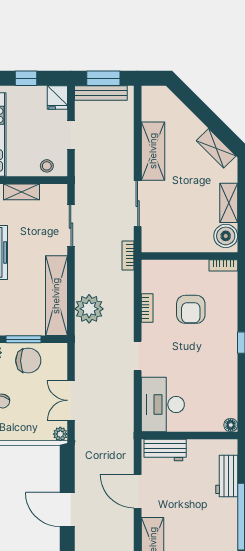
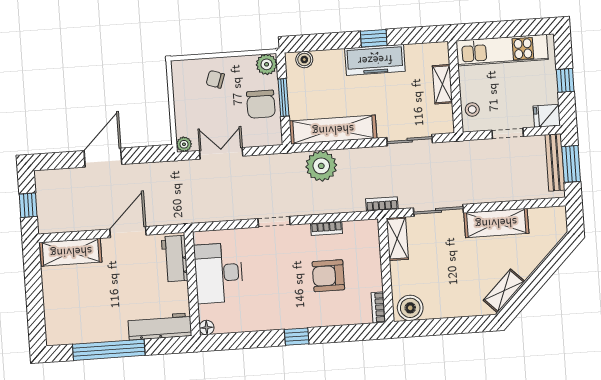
shelving: (229, 203) -> (397, 239), moved, turned 90
desk: (163, 405) -> (219, 273), moved, turned -90
workbench: (227, 476) -> (160, 326), width x1.38

